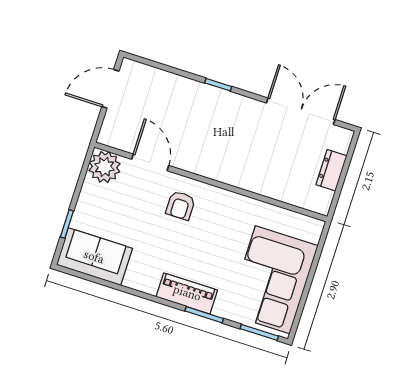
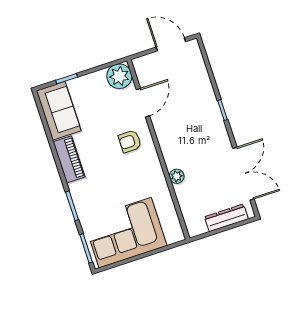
dresser: (331, 170) -> (226, 218), width x1.44
plant: (253, 183) -> (177, 176), added
piano: (187, 293) -> (69, 159), moved

